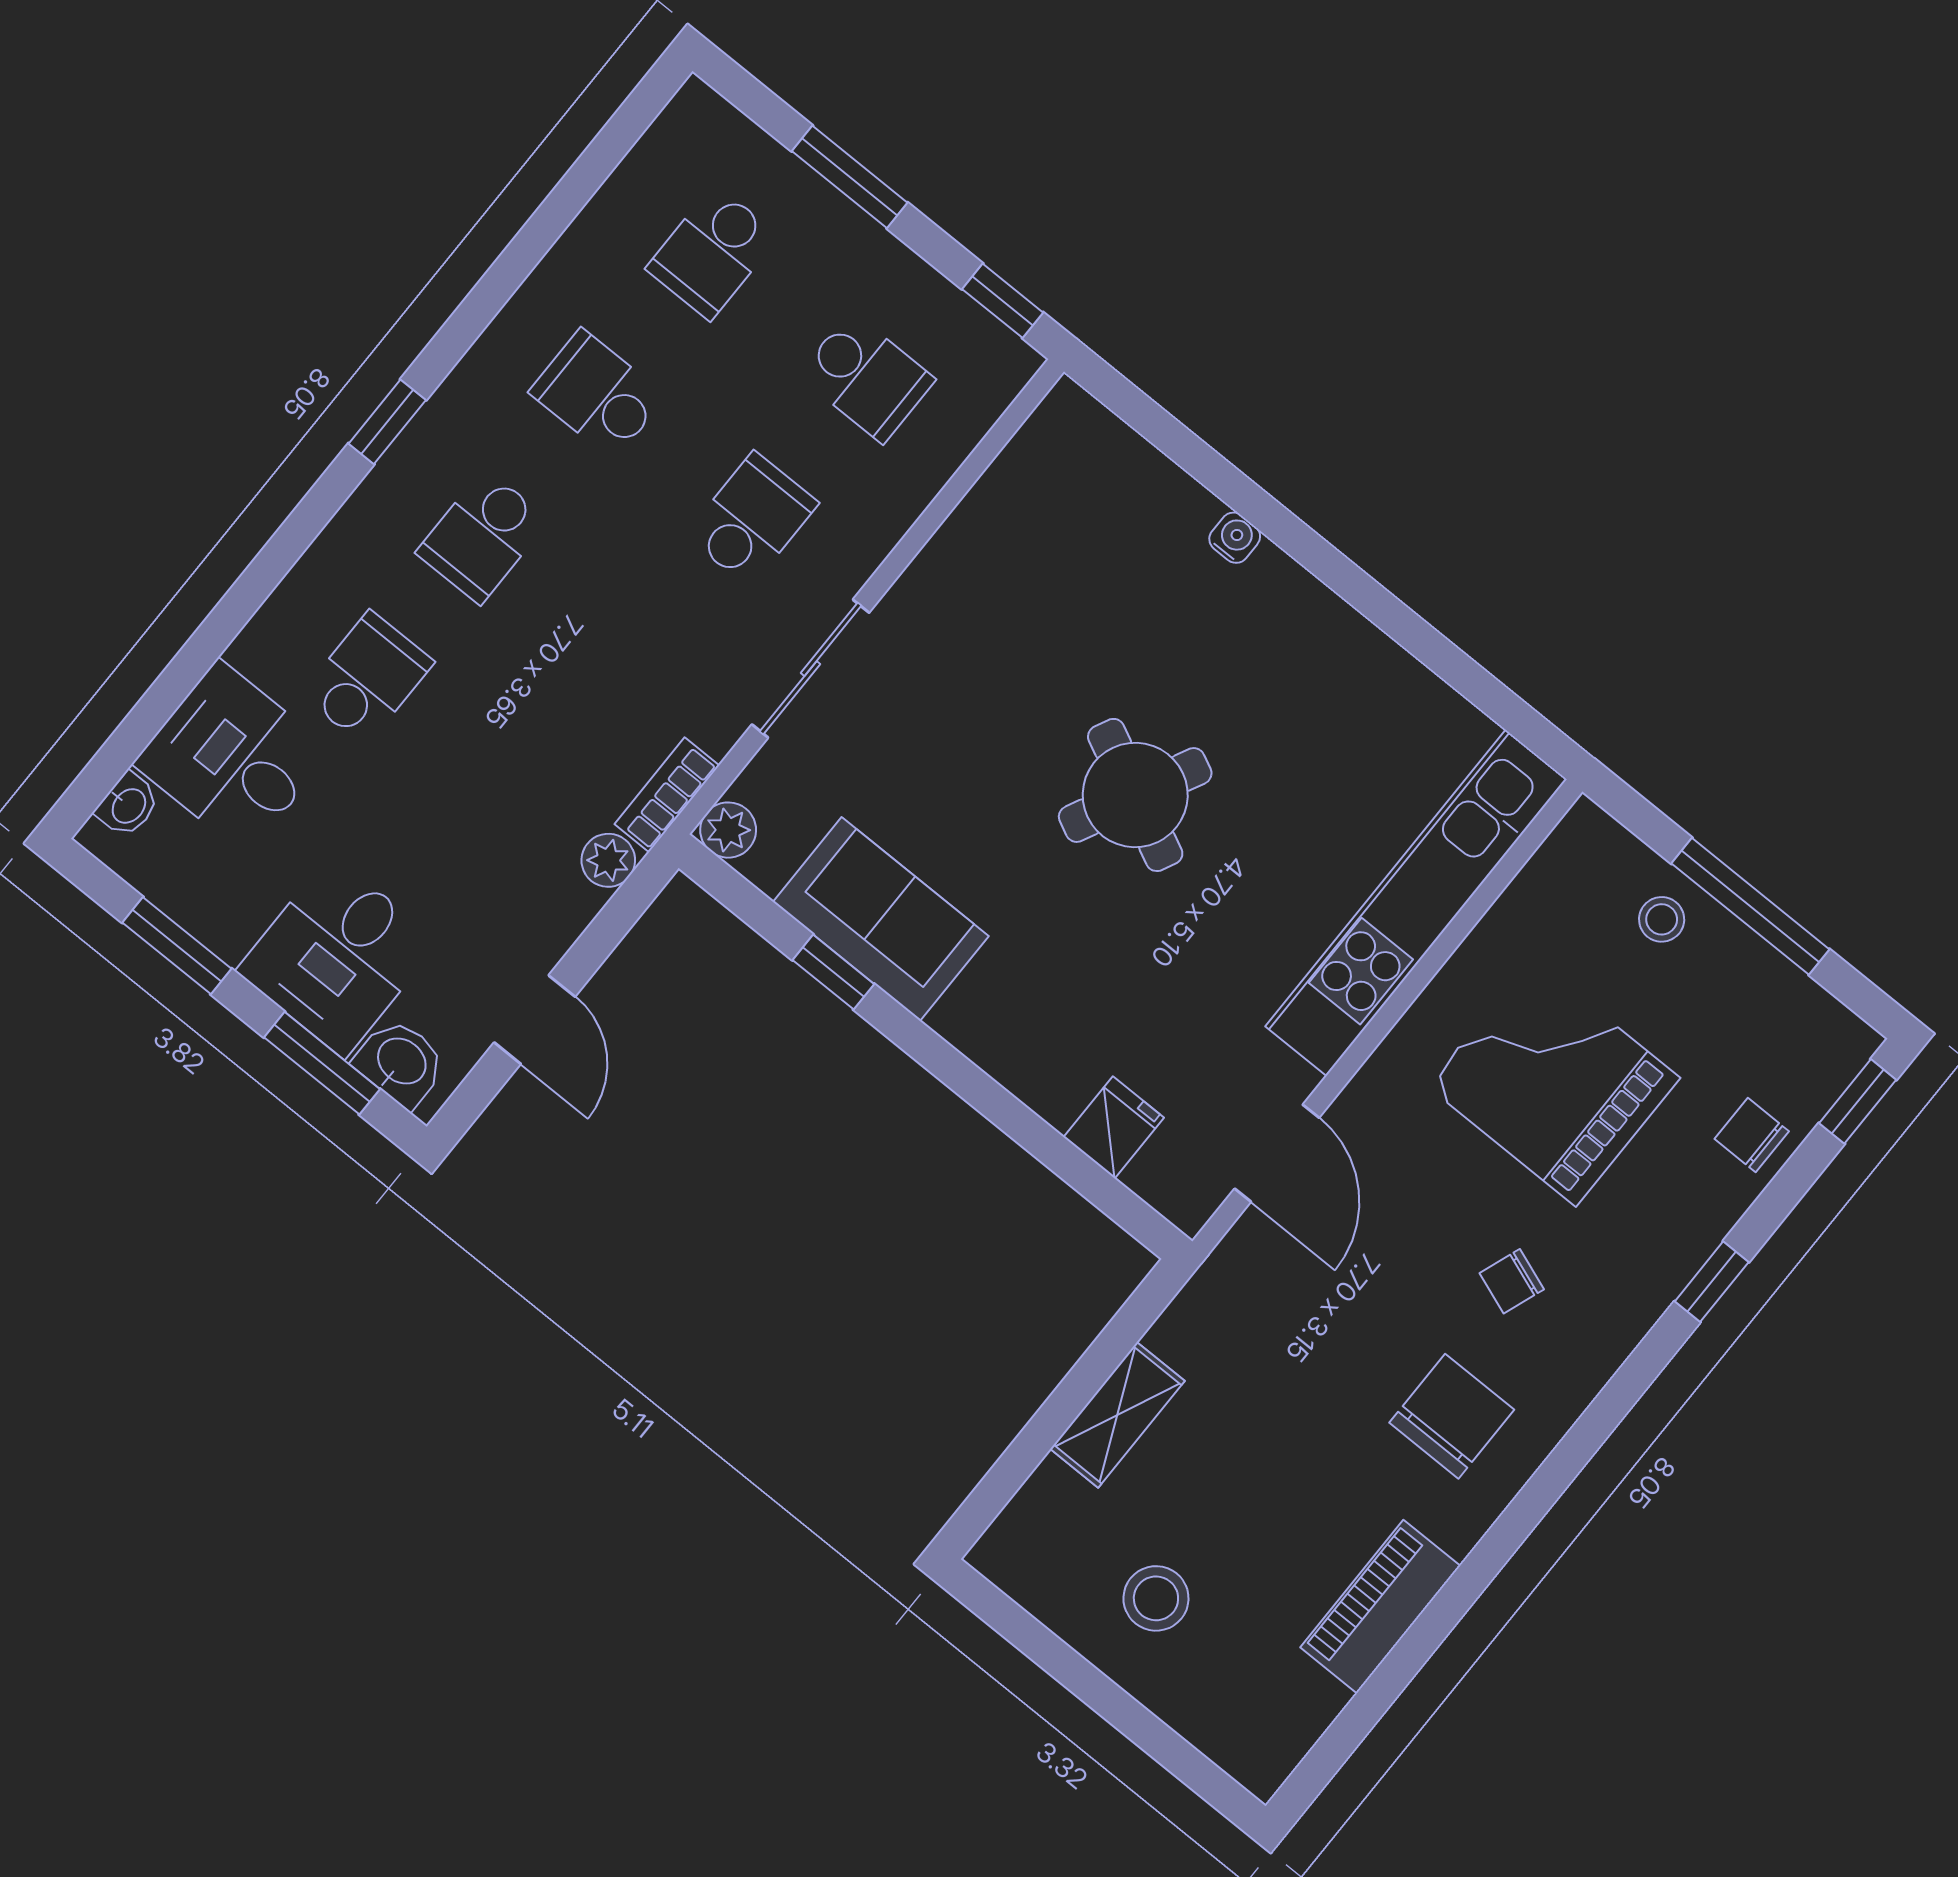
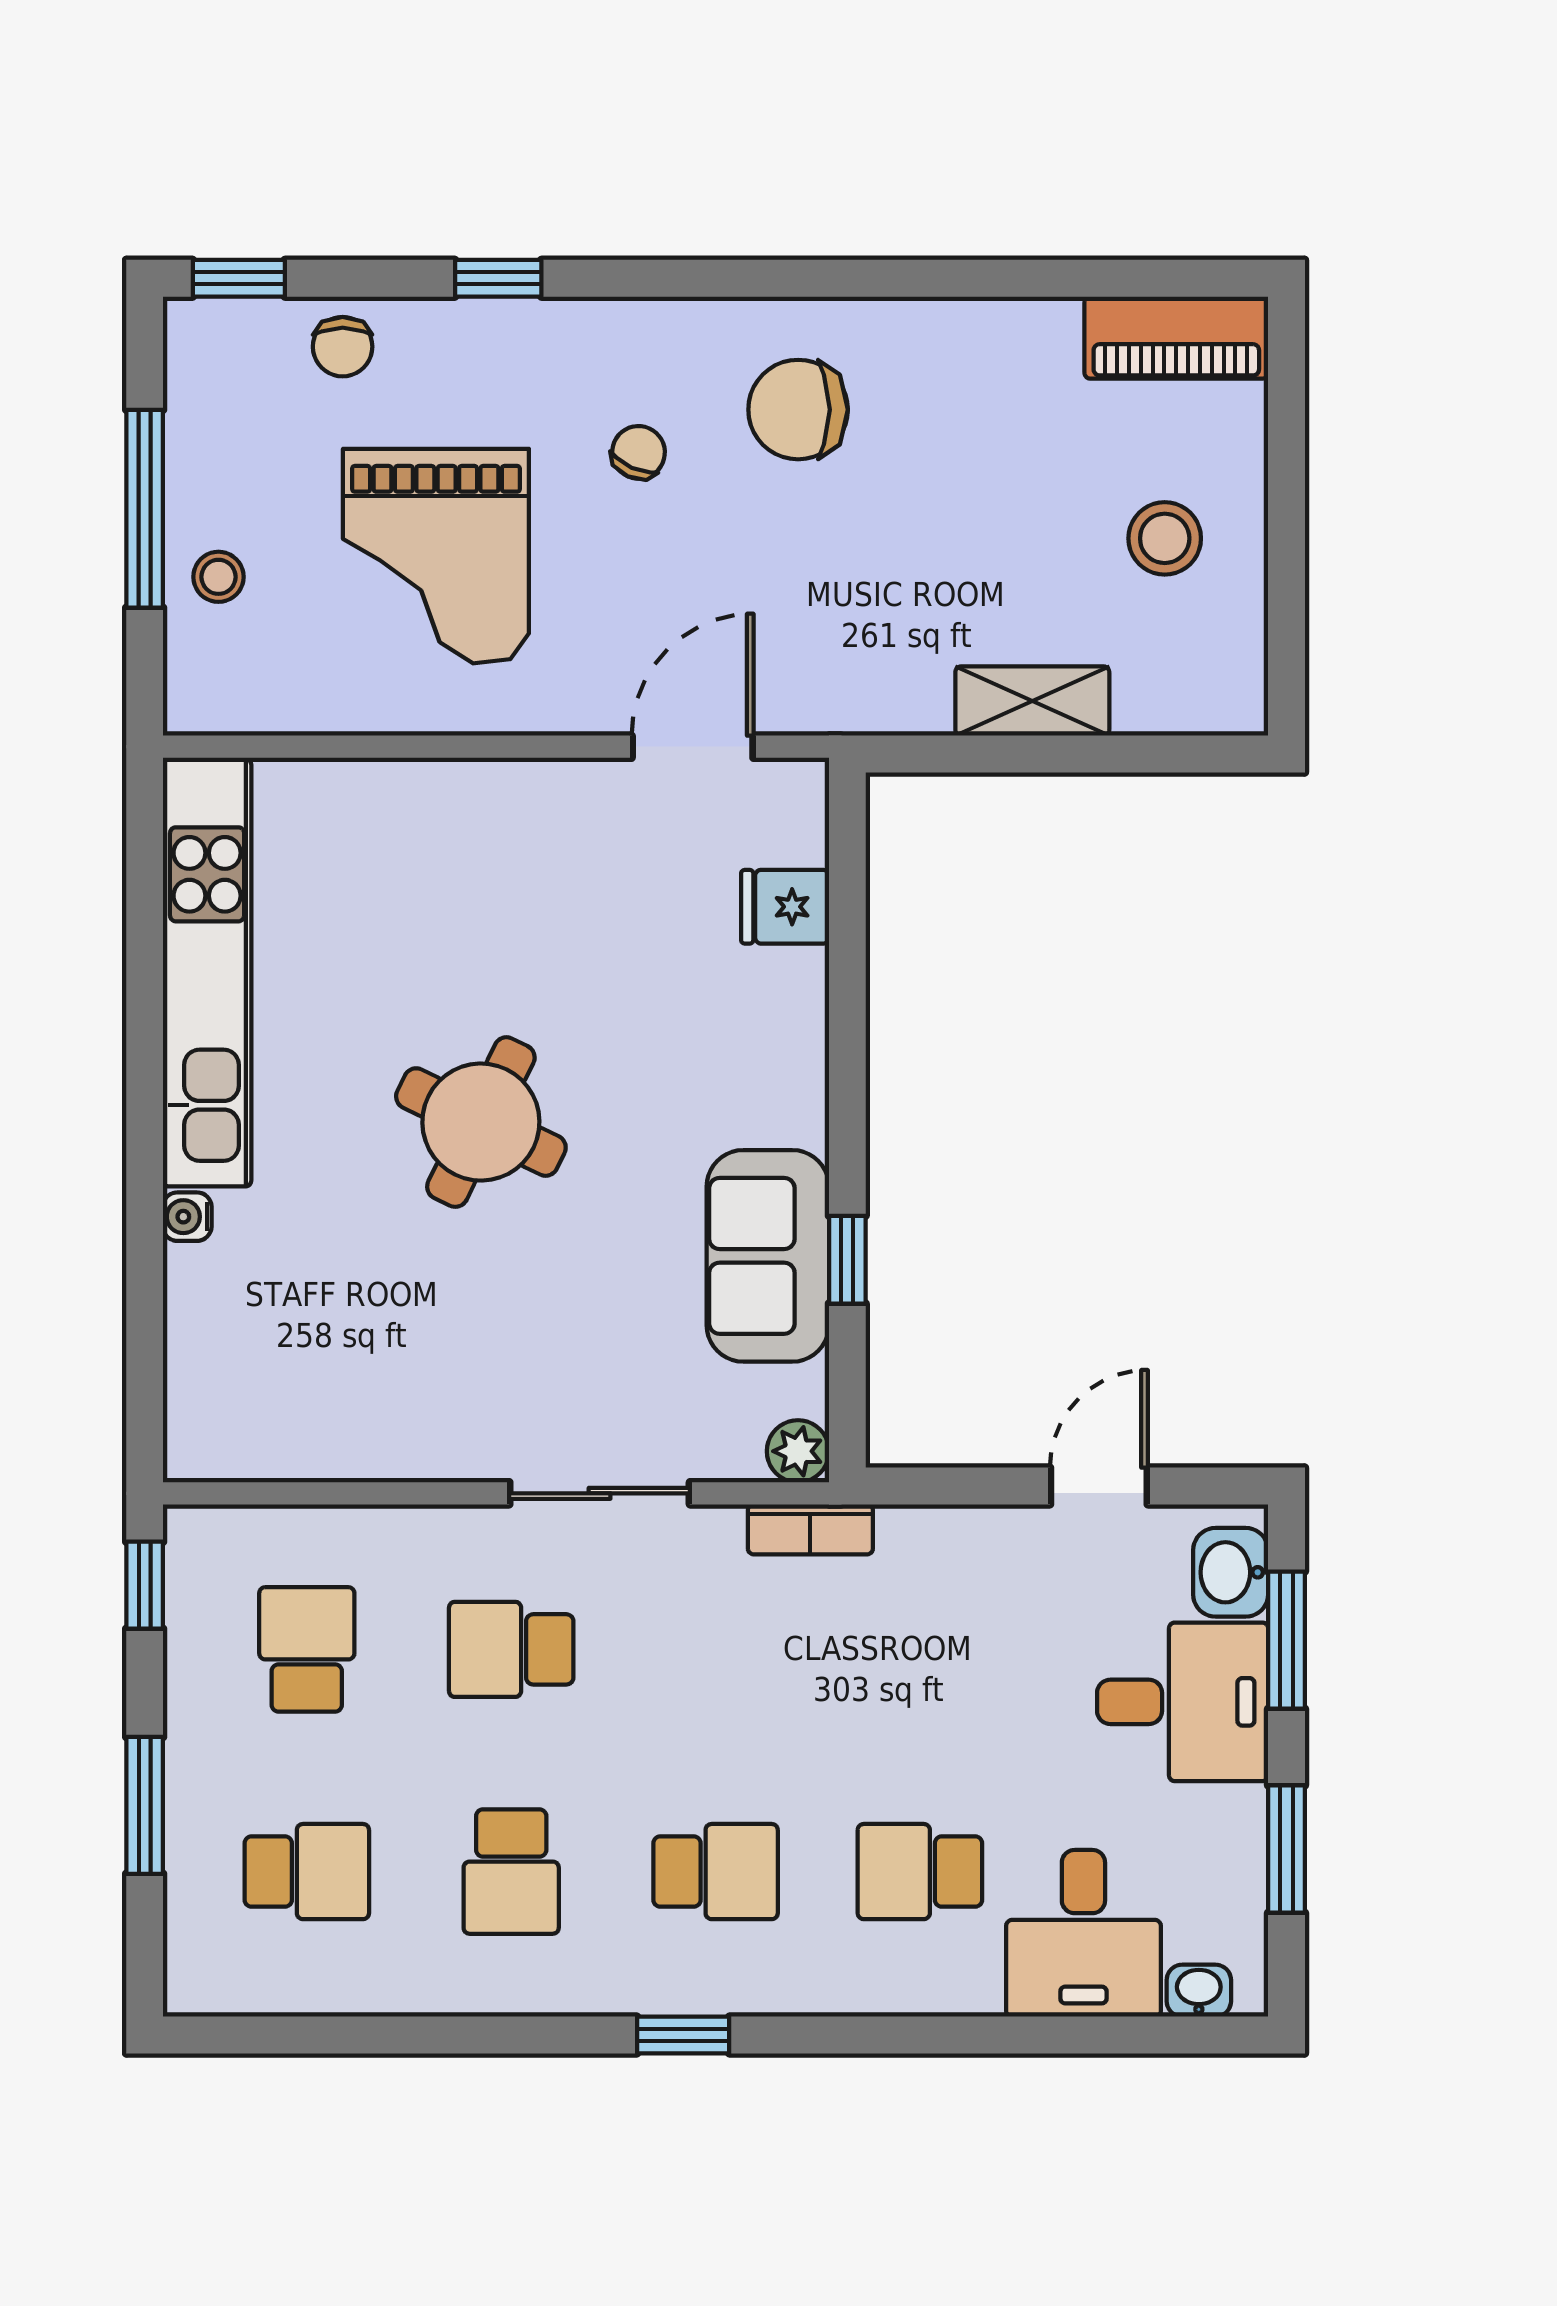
plant: (608, 860) -> (909, 1534), removed
kitchen unit: (1416, 903) -> (207, 973), moved, turned -90
chair: (1512, 1281) -> (638, 452), turned -86
piano: (1380, 1607) -> (1176, 338), moved

